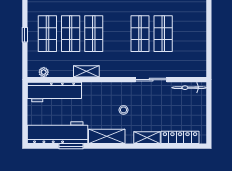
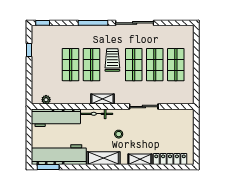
trolley: (117, 28) -> (112, 60), added
shop shelf: (47, 34) -> (176, 65), moved
window: (25, 35) -> (29, 50), moved
shelving: (86, 71) -> (102, 99), moved
bicycle: (189, 88) -> (97, 114), moved
window: (71, 146) -> (48, 167), moved

